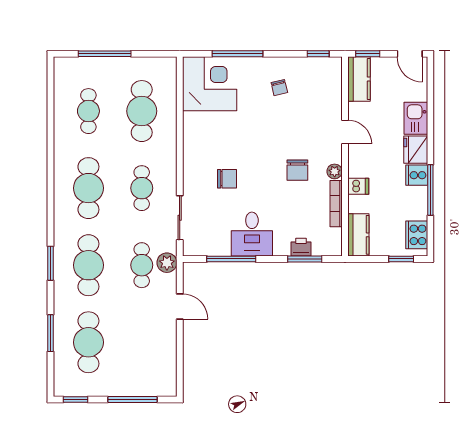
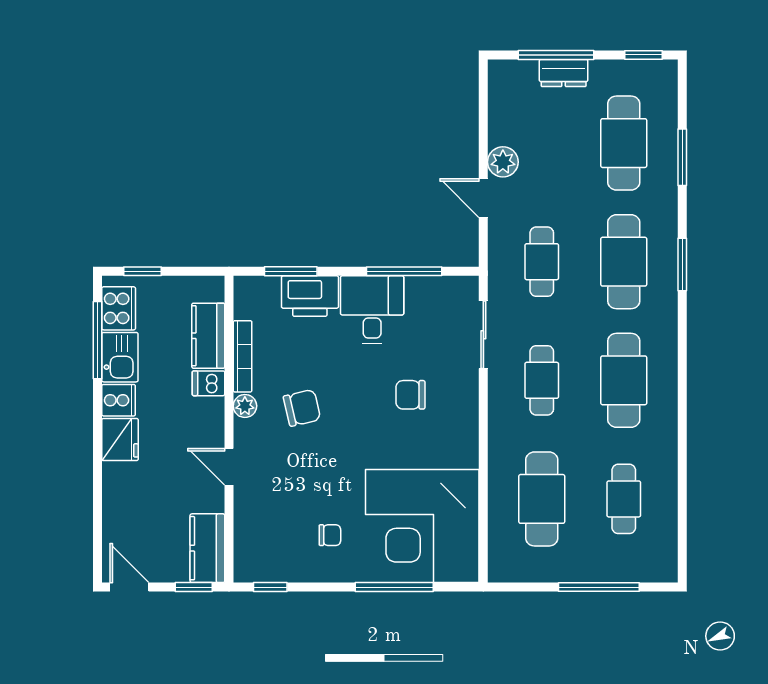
corner desk: (210, 84) -> (422, 526), width x1.36, depth x1.36
chair: (279, 88) -> (330, 535), turned 103
kitchen sink: (416, 118) -> (120, 357), moved
chair: (297, 170) -> (302, 408), turned 77
window: (430, 190) -> (97, 340), moved
kitchen counter: (358, 235) -> (208, 336), moved
printer: (301, 247) -> (310, 296), width x1.87, depth x1.48
plant: (167, 263) -> (503, 162), moved
dresser: (128, 388) -> (564, 73), added

